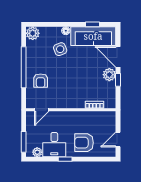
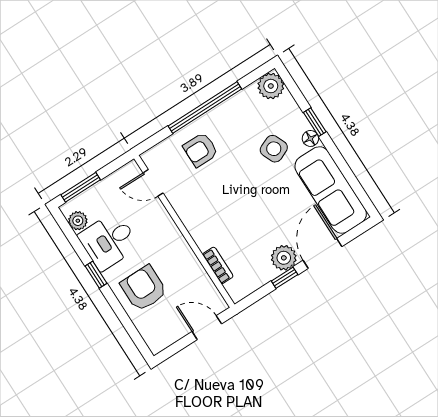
window: (92, 24) -> (315, 122), moved
door: (118, 140) -> (207, 328), moved

